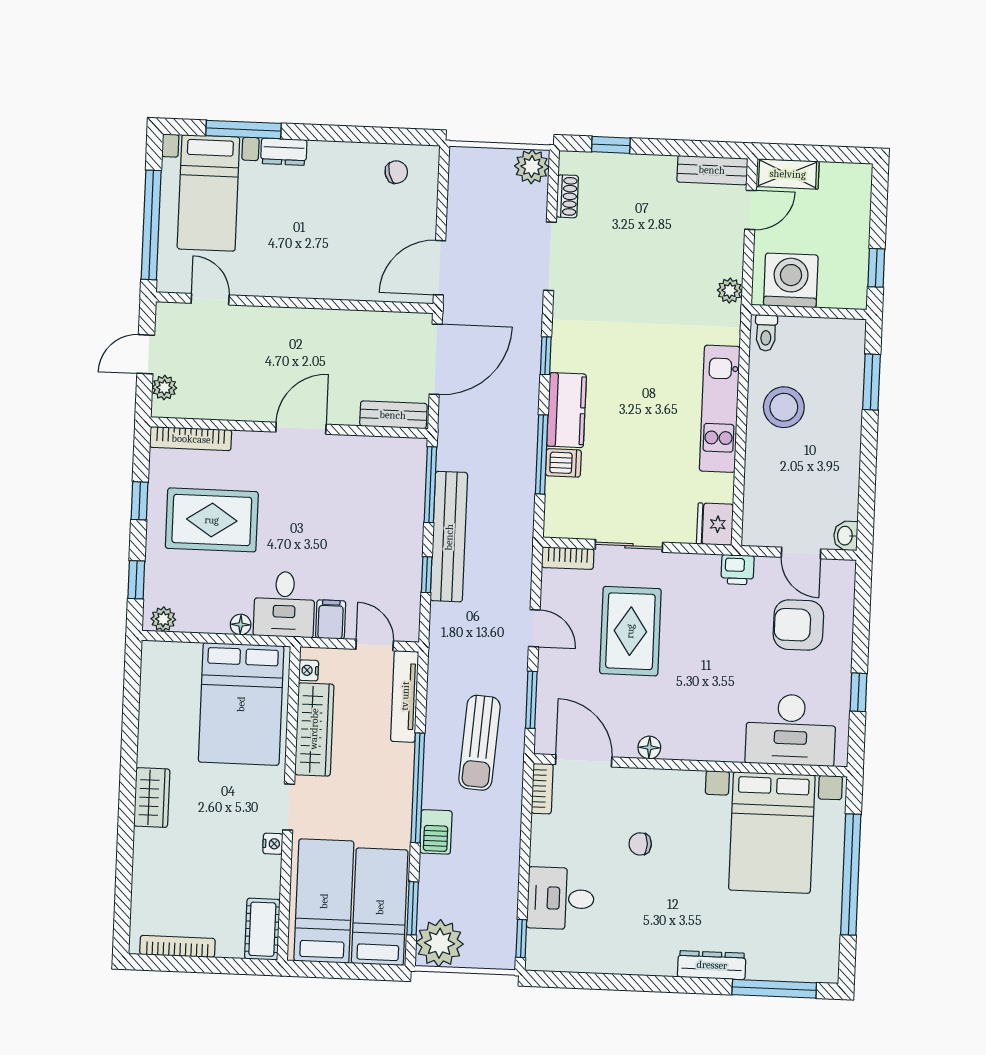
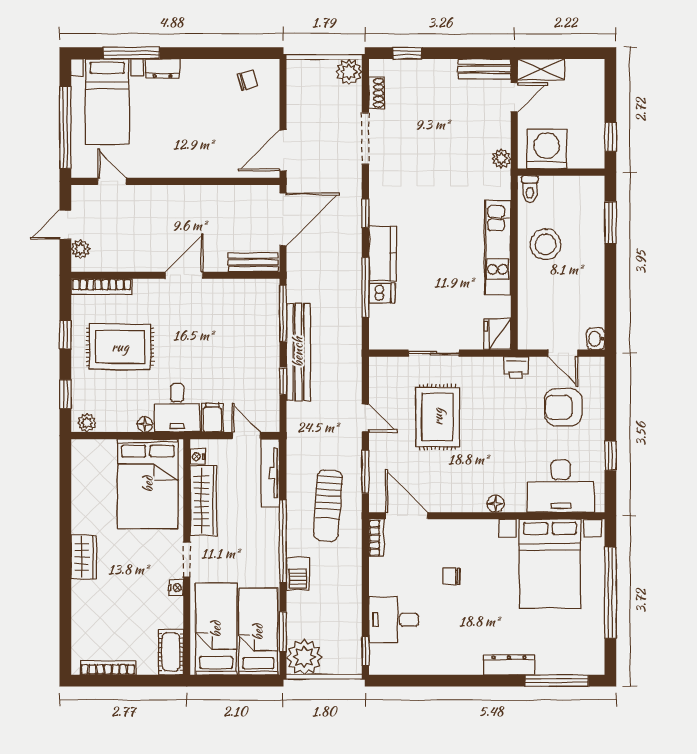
bookcase: (568, 558) -> (388, 364), removed
floor lamp: (649, 748) -> (496, 504), moved

